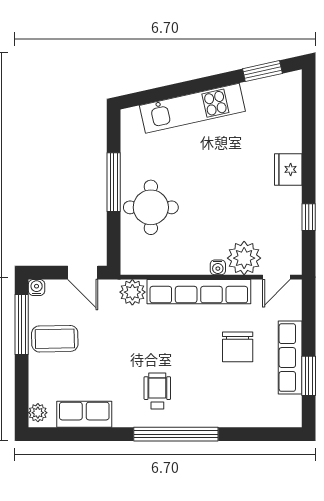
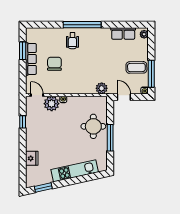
fridge: (288, 169) -> (32, 158), moved
door: (276, 277) -> (37, 95), hinge flipped
row of seats: (199, 292) -> (72, 89), removed
wheelchair: (157, 391) -> (72, 41), moved

